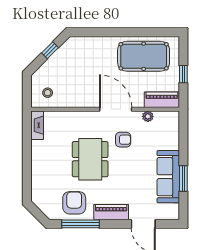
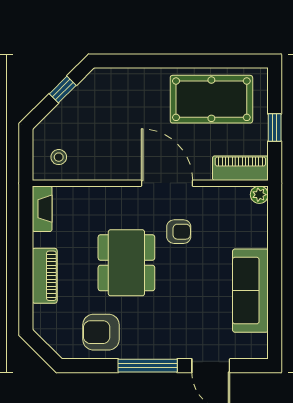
plant: (148, 116) -> (259, 195), moved
window: (183, 179) -> (275, 294), removed
armchair: (74, 203) -> (101, 332), turned -90
piano: (111, 212) -> (45, 276), moved, turned 90
window: (80, 224) -> (148, 366), moved

